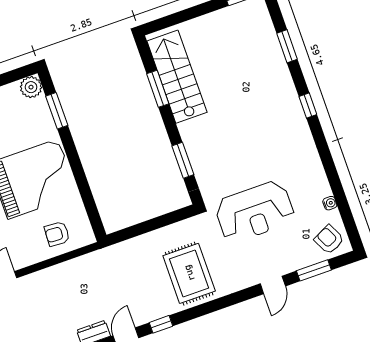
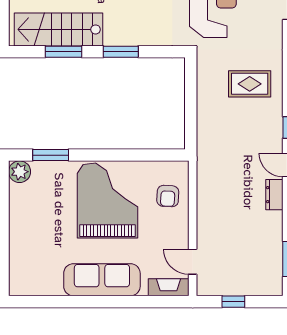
window: (183, 160) -> (121, 52), moved
rug: (189, 273) -> (250, 84), width x0.73, depth x0.70

